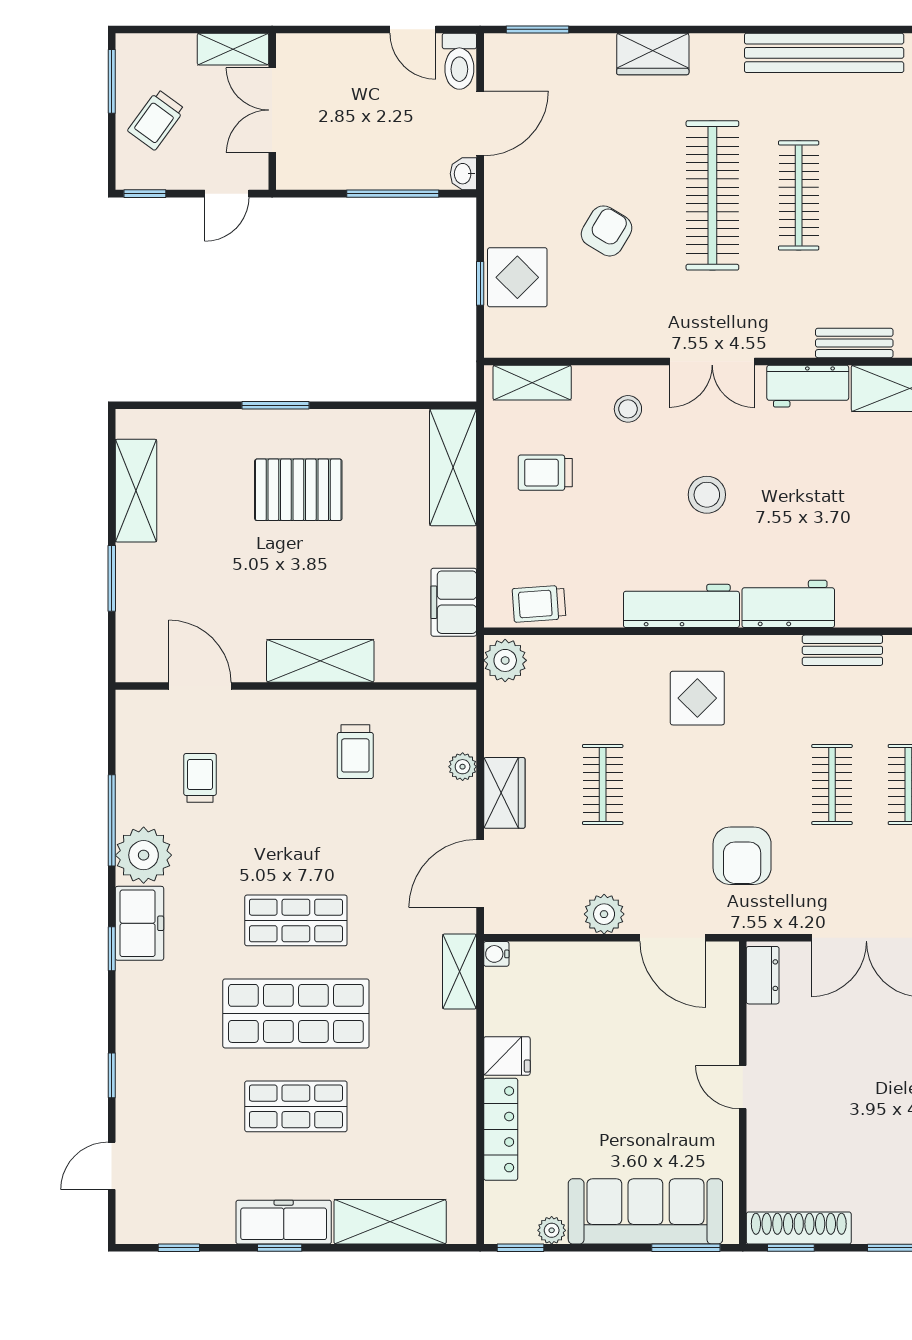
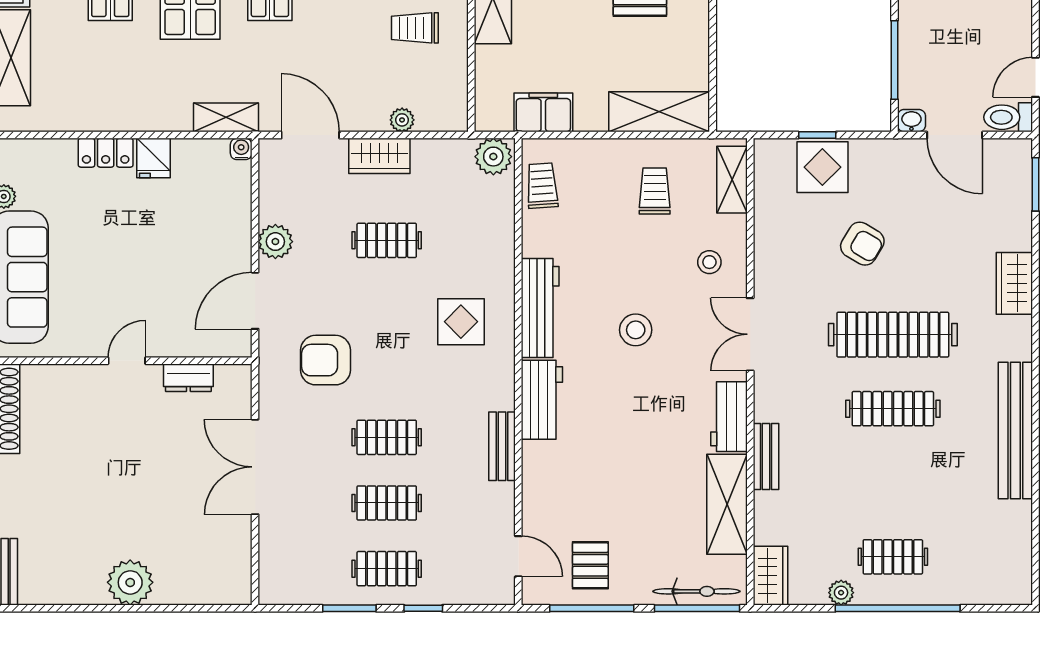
dresser: (763, 975) -> (188, 378), moved
locker: (501, 1129) -> (106, 153), width x0.66

